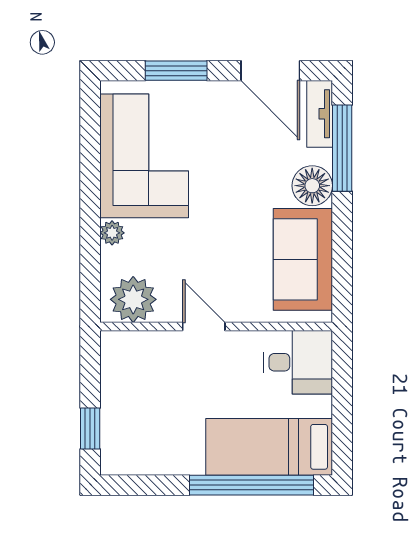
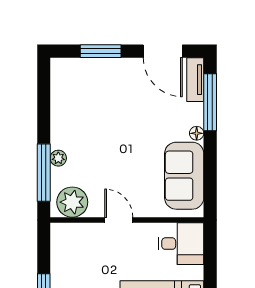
corner sofa: (144, 156) -> (79, 107), removed
floor lamp: (312, 186) -> (197, 133), width x0.53, depth x0.53
window: (90, 255) -> (44, 173), added

